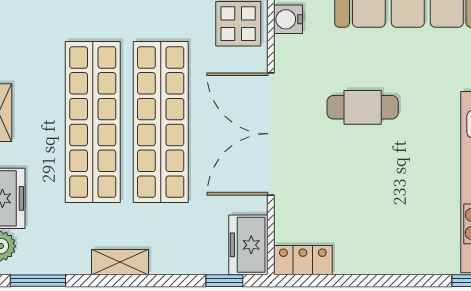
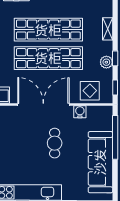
water cooler: (288, 19) -> (80, 112), moved

